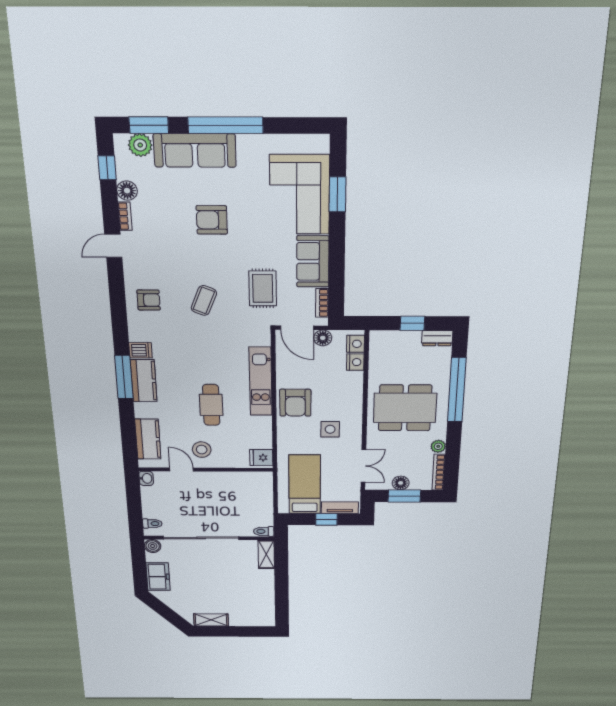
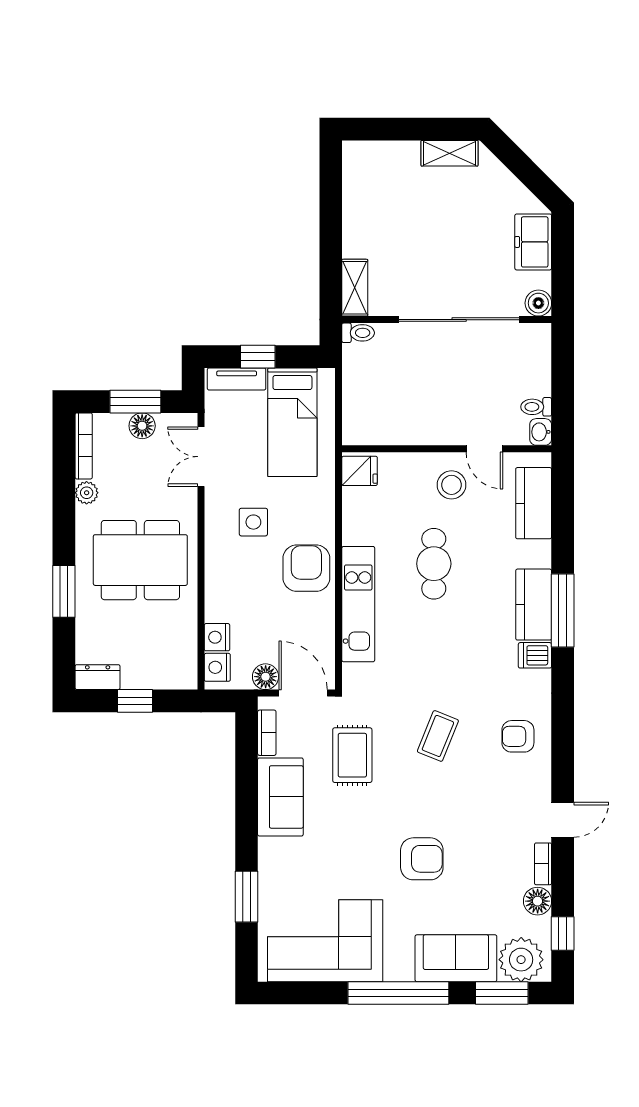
plant: (140, 145) -> (521, 960), width x1.36, depth x1.36
sofa: (195, 150) -> (456, 958), width x0.73
corner sofa: (300, 195) -> (325, 941), moved, turned -90
window: (457, 390) -> (64, 591), width x0.47
toilet: (152, 524) -> (536, 407), moved

